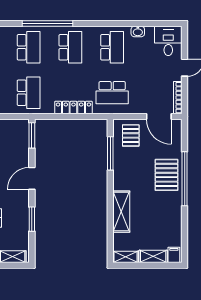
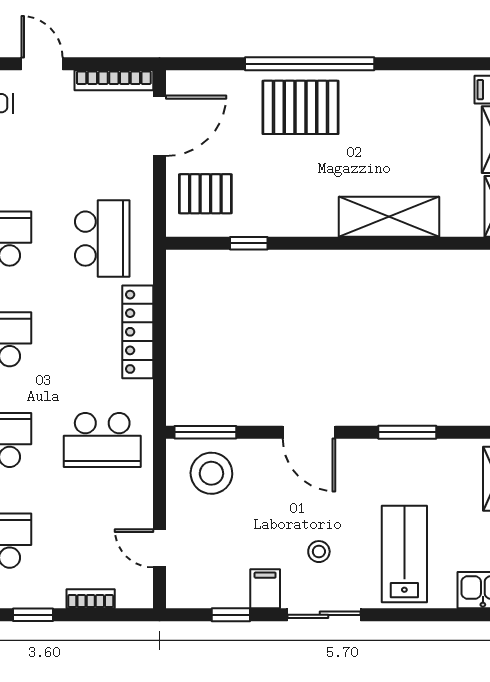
school desk: (29, 93) -> (102, 440), turned 180
stool: (15, 138) -> (211, 473), added
window: (110, 153) -> (249, 243), width x0.46

